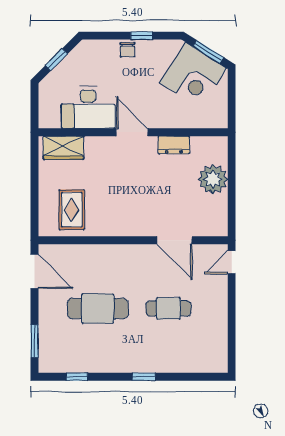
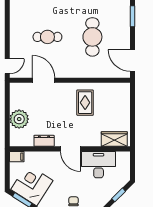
filing cabinet: (217, 120) -> (17, 157), added
rug: (72, 210) -> (85, 103), moved
cafe table: (98, 309) -> (92, 37), turned 90

